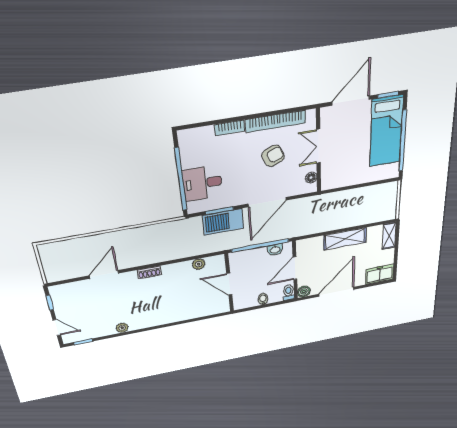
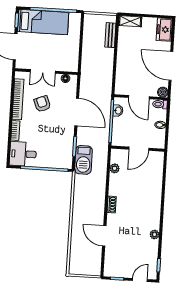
desk: (203, 183) -> (23, 154), moved, turned 90
bench: (371, 218) -> (110, 35), added
barbecue: (223, 222) -> (83, 160), moved
shelving: (345, 239) -> (123, 56), removed

